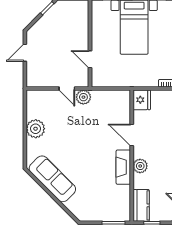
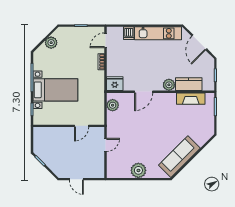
plant: (83, 97) -> (113, 105), moved
fireplace: (123, 167) -> (191, 99), moved
kitchen counter: (141, 205) -> (189, 84), moved

